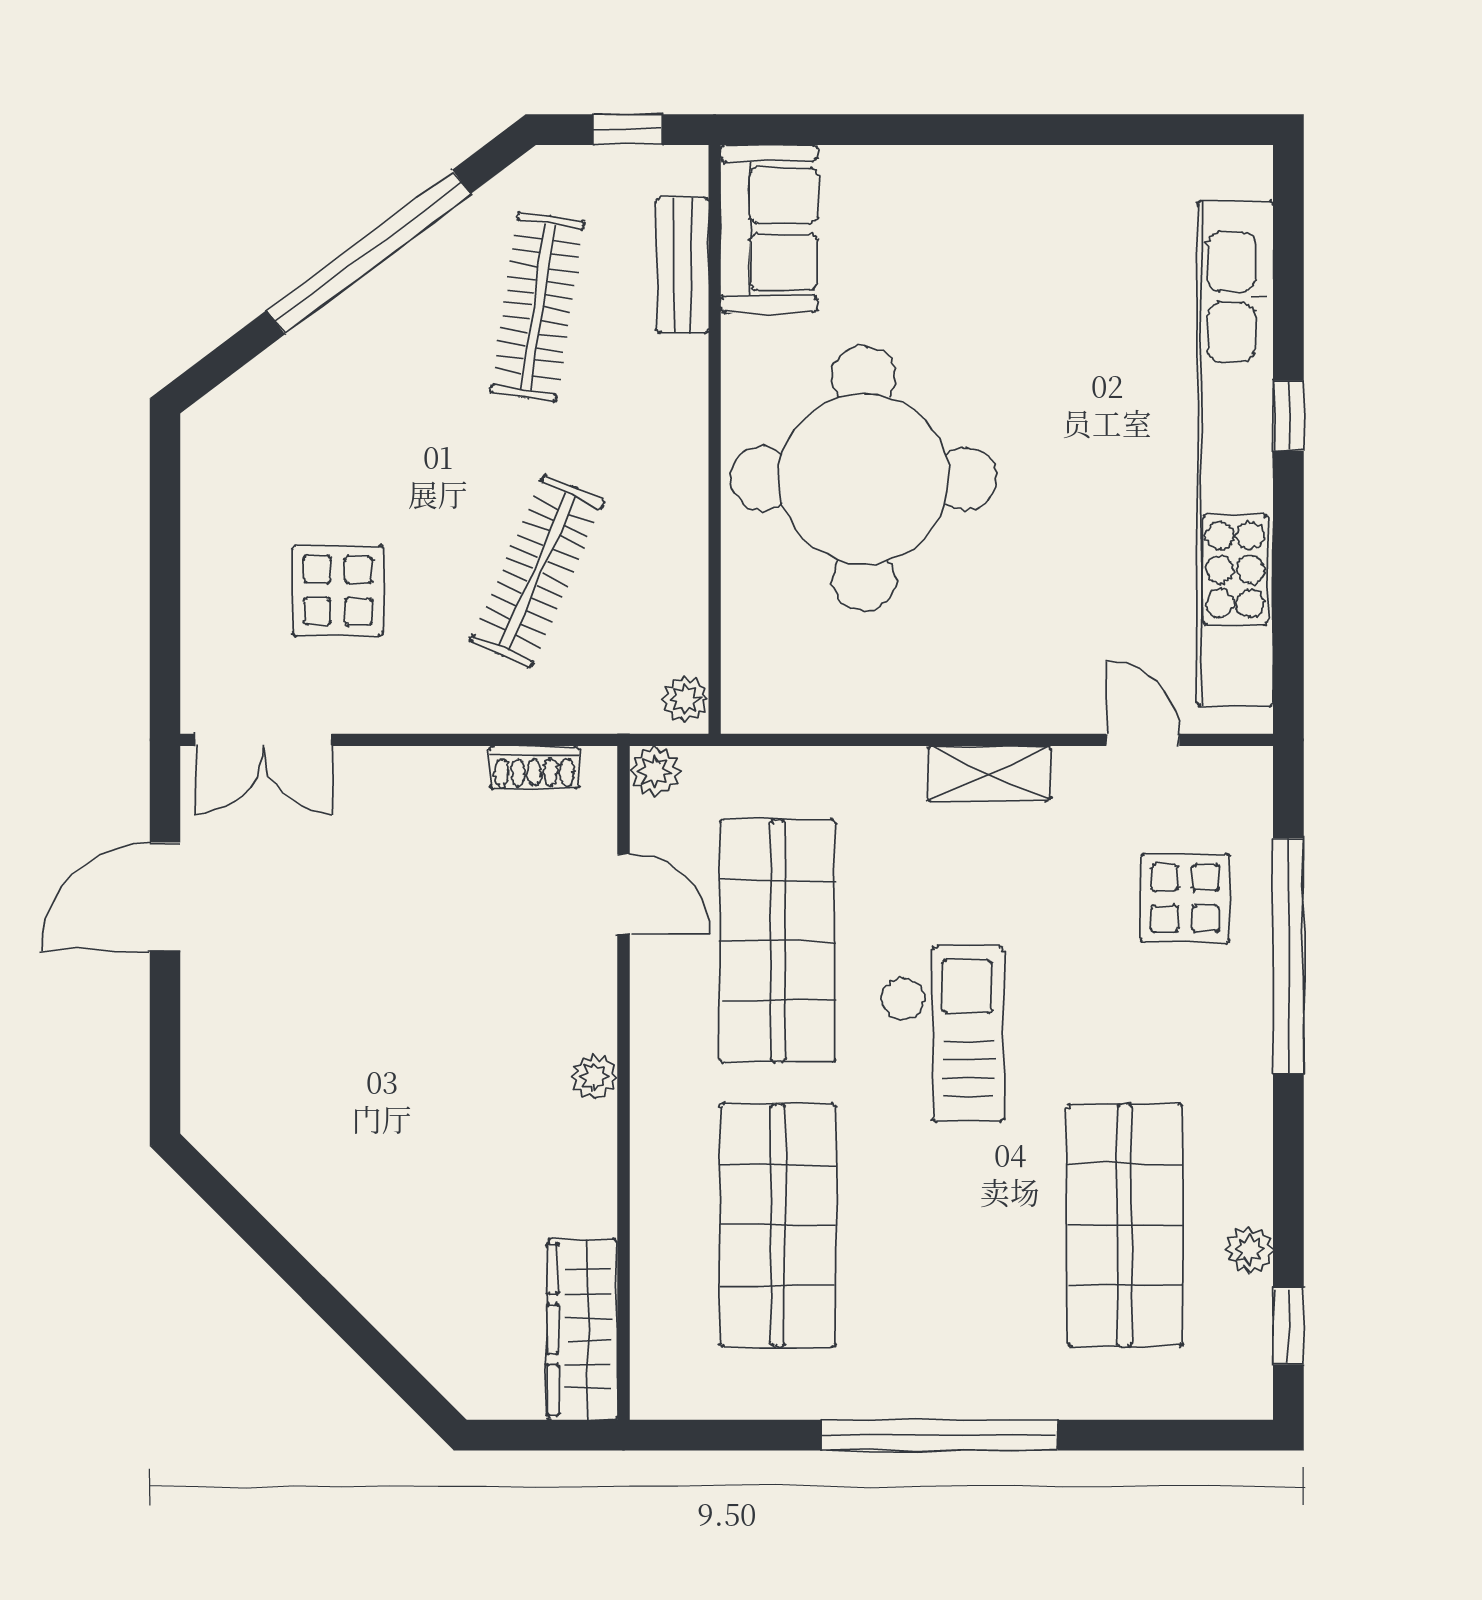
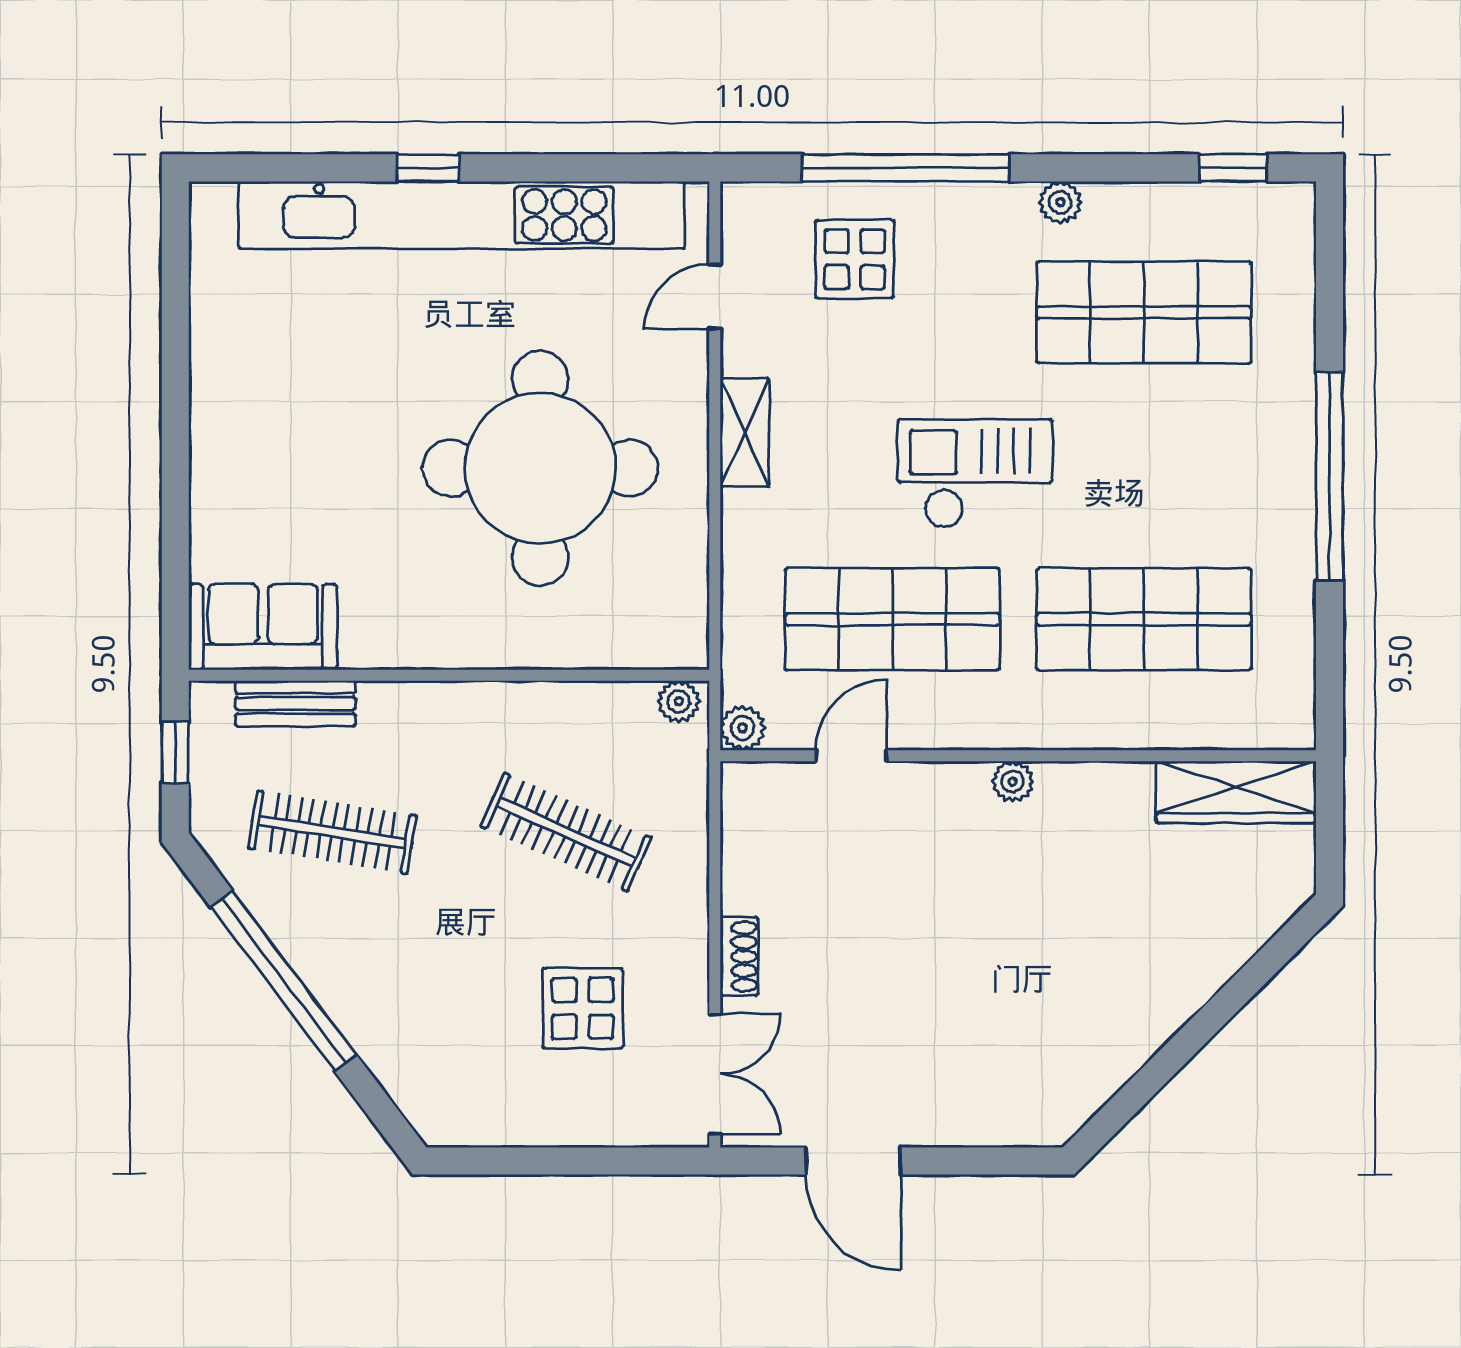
round table: (864, 479) -> (540, 468), moved
shoe rack: (534, 767) -> (739, 956), moved
plant: (1249, 1250) -> (1060, 202), moved

